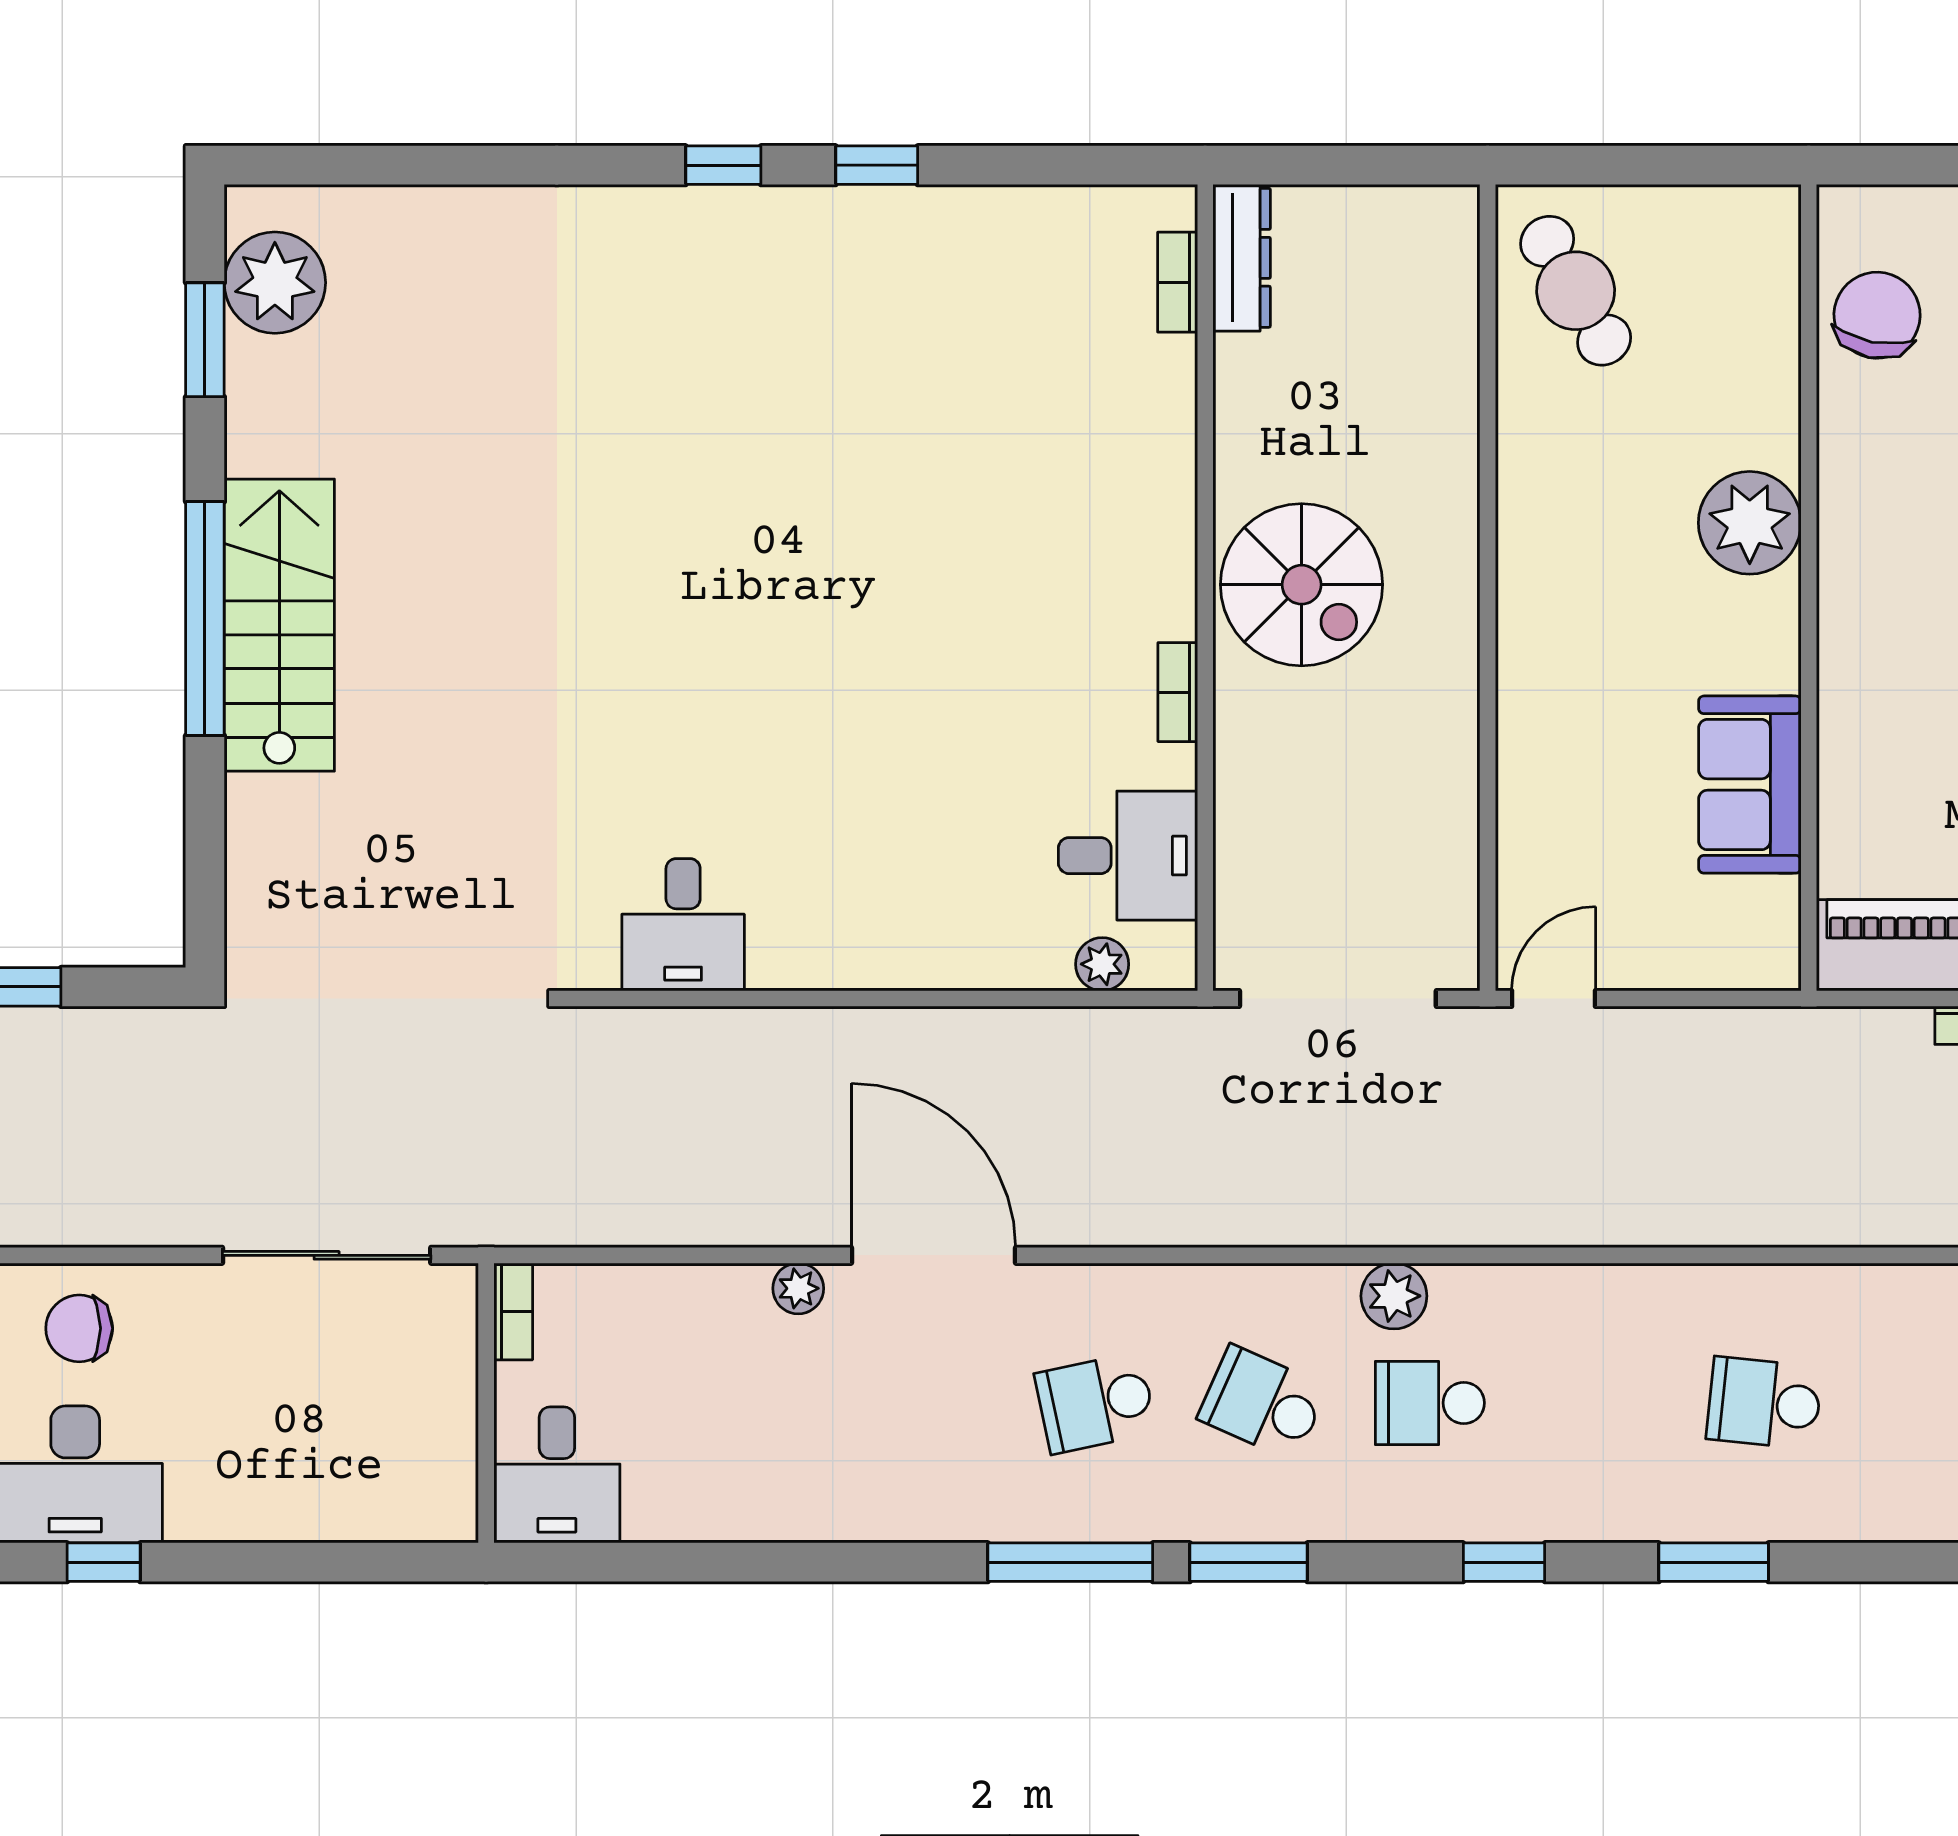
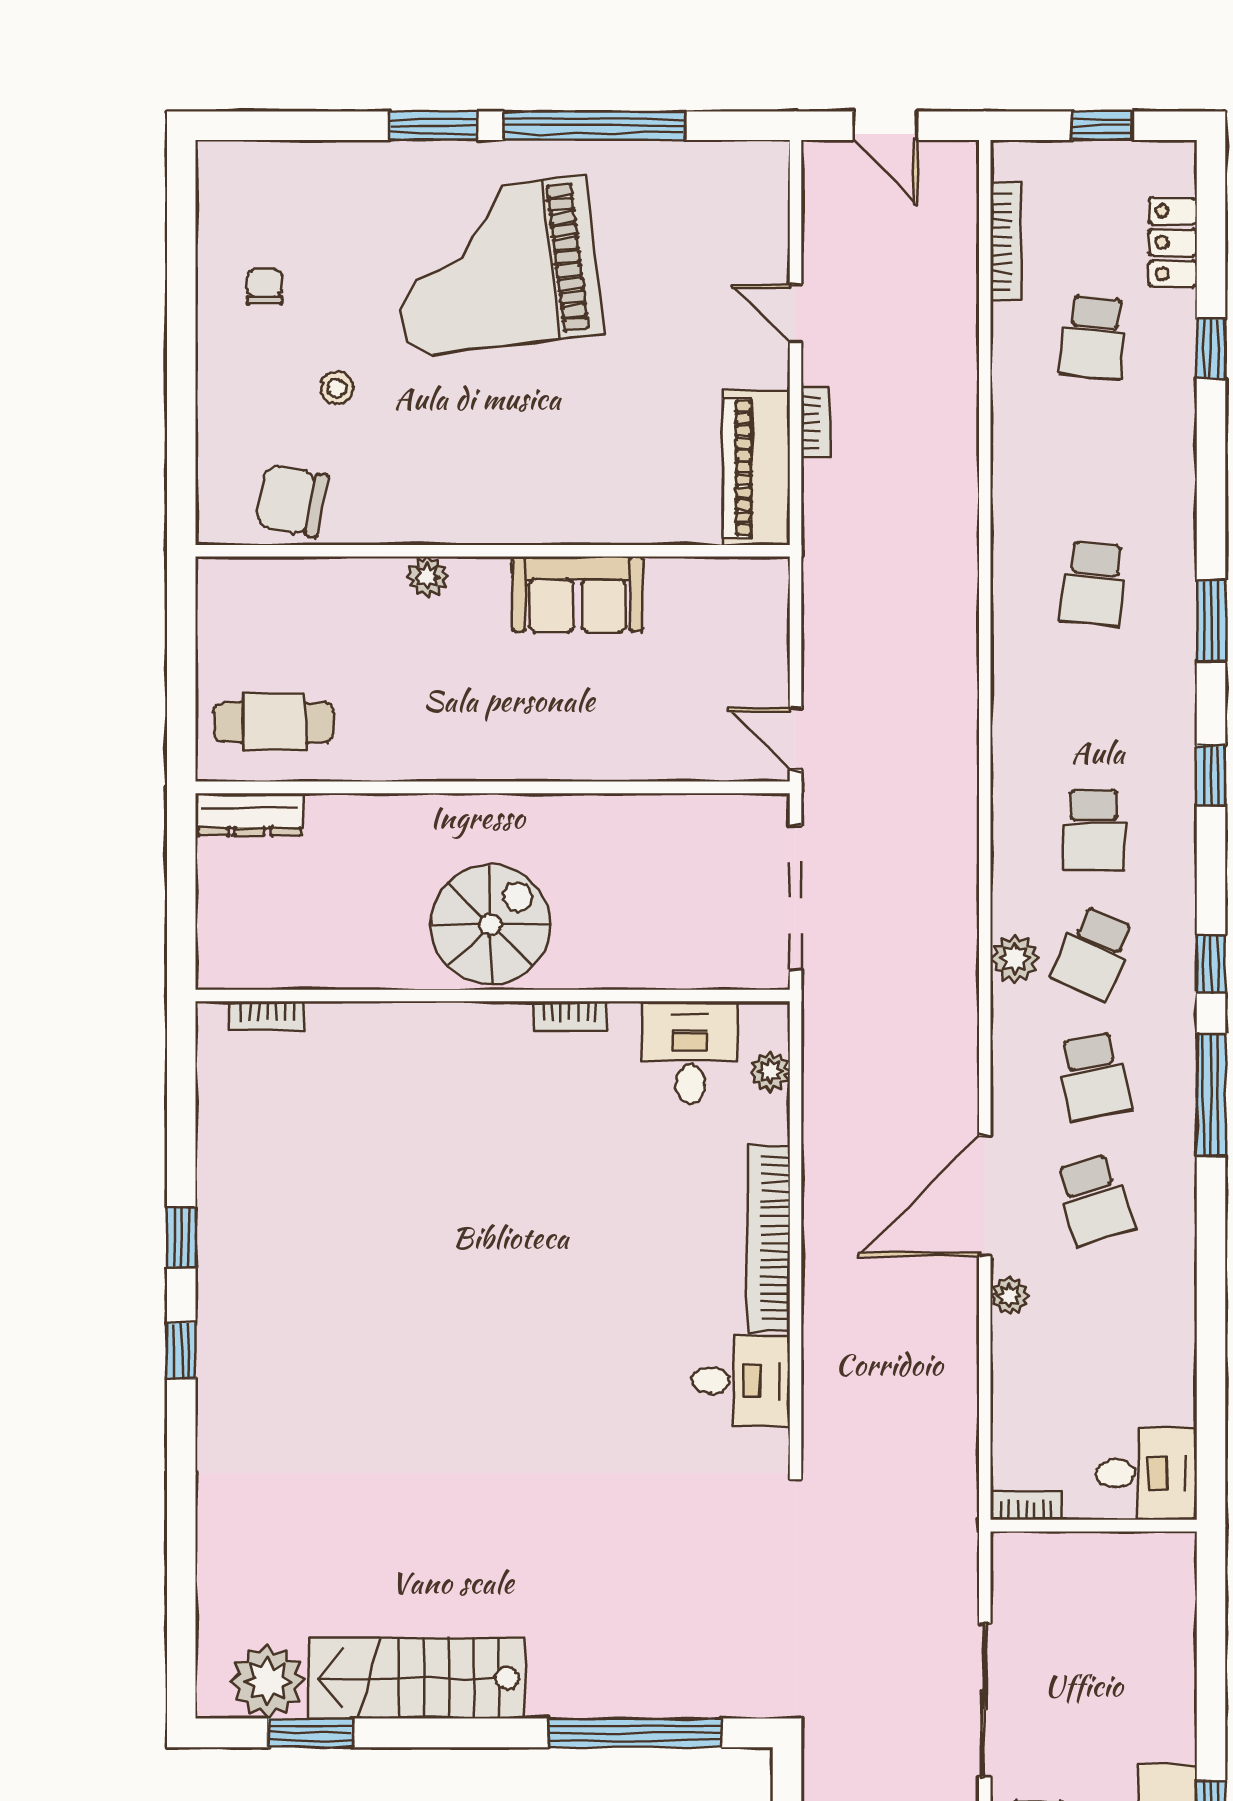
dresser: (1242, 258) -> (250, 814), moved, turned 180
cafe table: (1576, 291) -> (274, 723), turned 30
plant: (1750, 523) -> (427, 577), width x0.53, depth x0.53
window: (205, 619) -> (635, 1733), moved
stairs: (279, 625) -> (417, 1678), moved
sofa: (1750, 785) -> (578, 594), moved
bookcase: (876, 962) -> (769, 1238), added
sliding door: (327, 1255) -> (985, 1700), moved
plant: (1394, 1296) -> (1015, 958), moved
school desk: (929, 1403) -> (1094, 1200), added
window: (1249, 1562) -> (1211, 964), width x0.67

